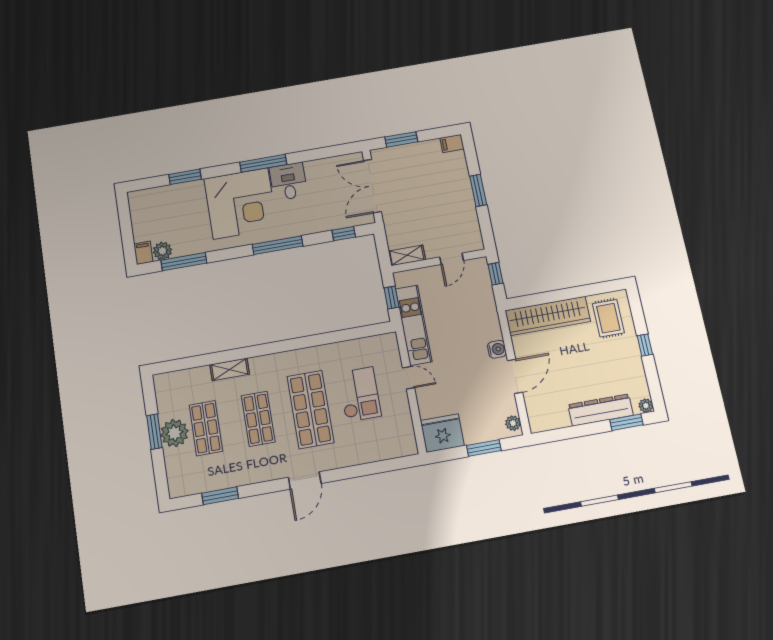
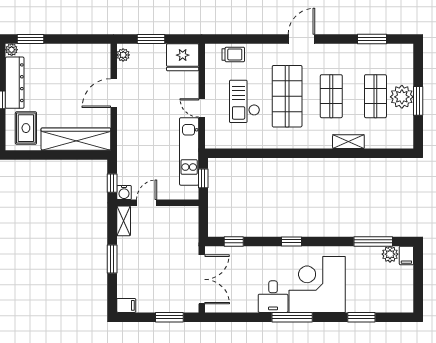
window: (278, 245) -> (292, 241), width x0.46
shelving: (407, 255) -> (124, 221), moved, turned 90
water cooler: (497, 349) -> (124, 192), moved, turned -90
dresser: (601, 410) -> (15, 83), moved, turned -90
trolley: (383, 447) -> (233, 54), added

